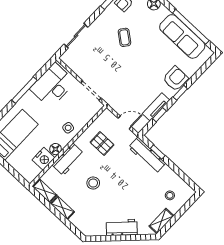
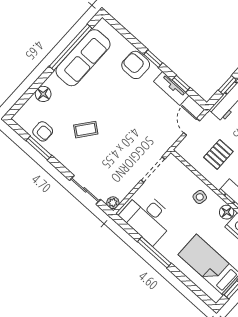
plant: (65, 58) -> (113, 203), added

